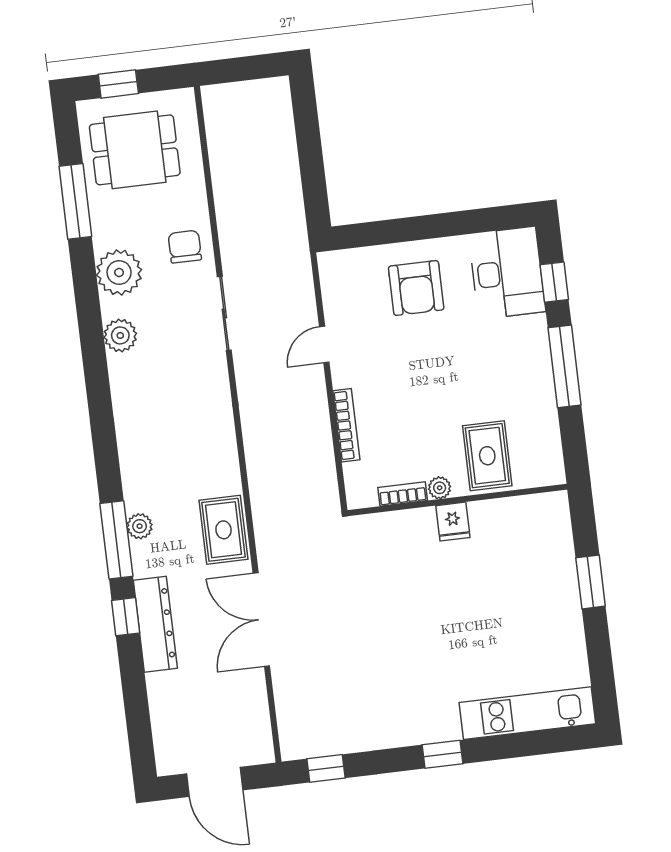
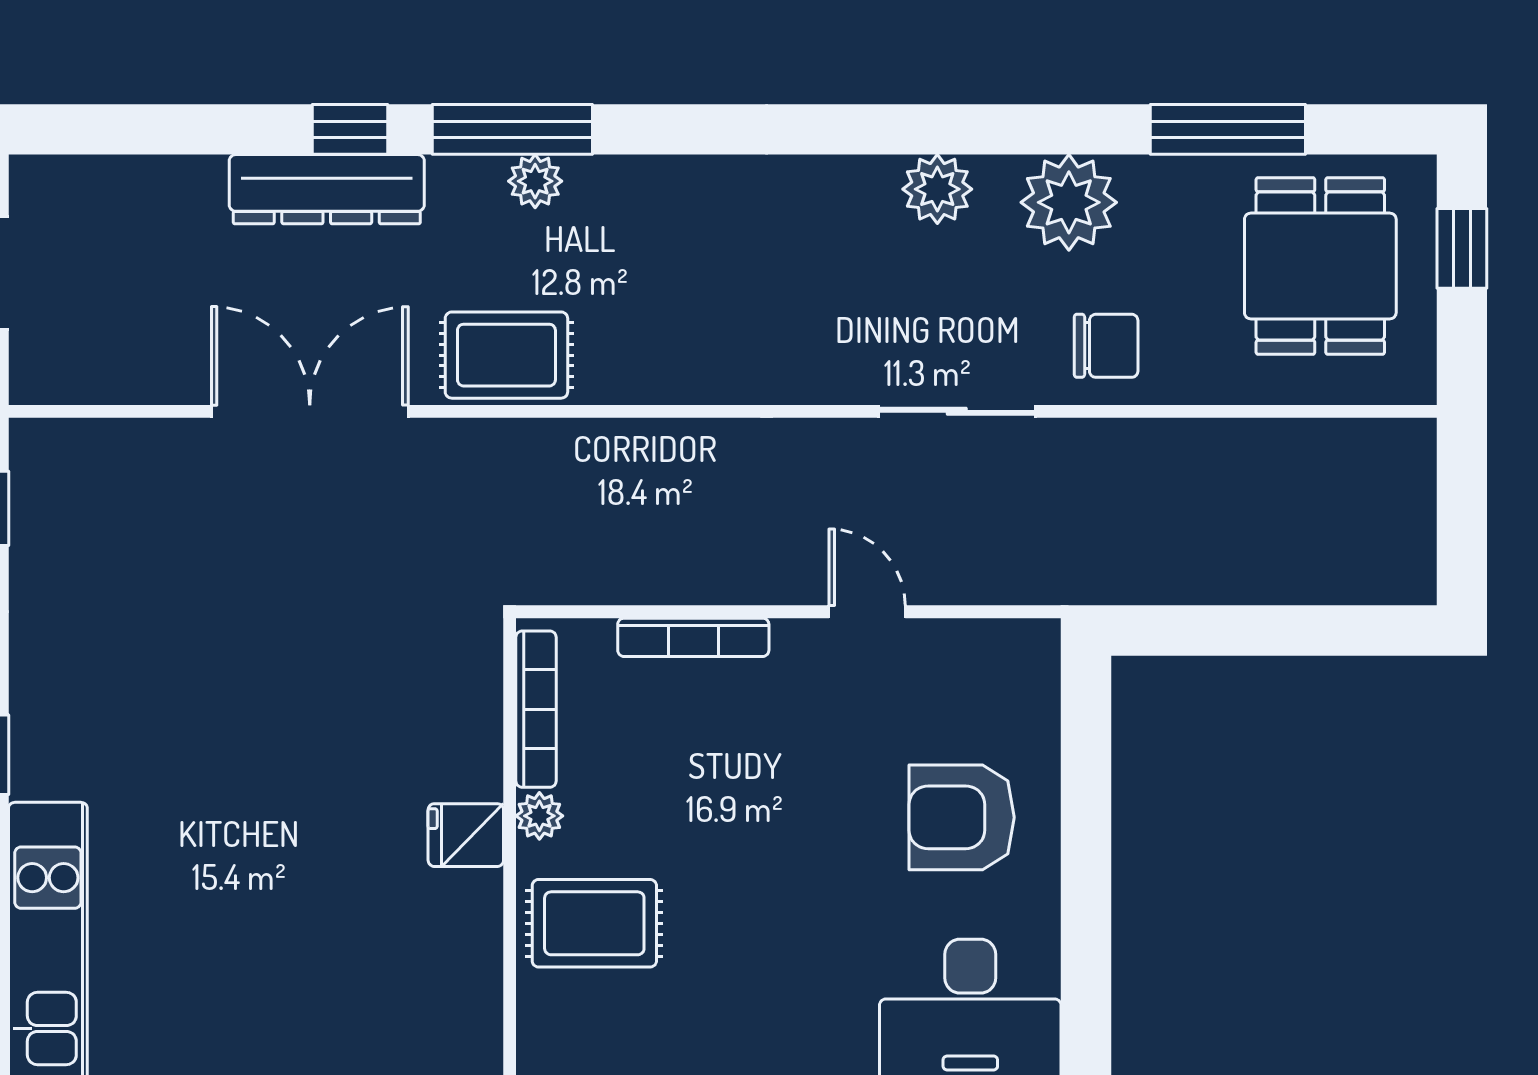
bookcase: (403, 494) -> (536, 709), width x1.56

